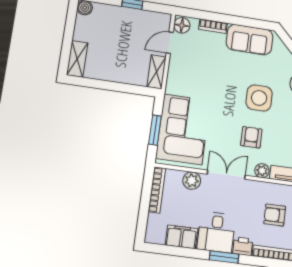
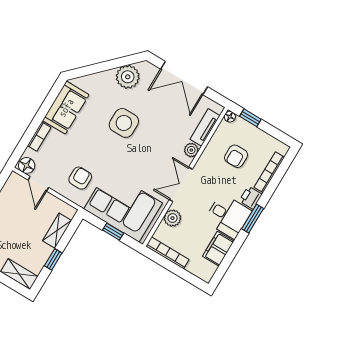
shelving: (156, 72) -> (57, 231), moved, turned 90
window: (105, 85) -> (53, 259), added
window: (155, 130) -> (113, 232), width x0.67
armchair: (251, 137) -> (80, 178), moved, turned 90

